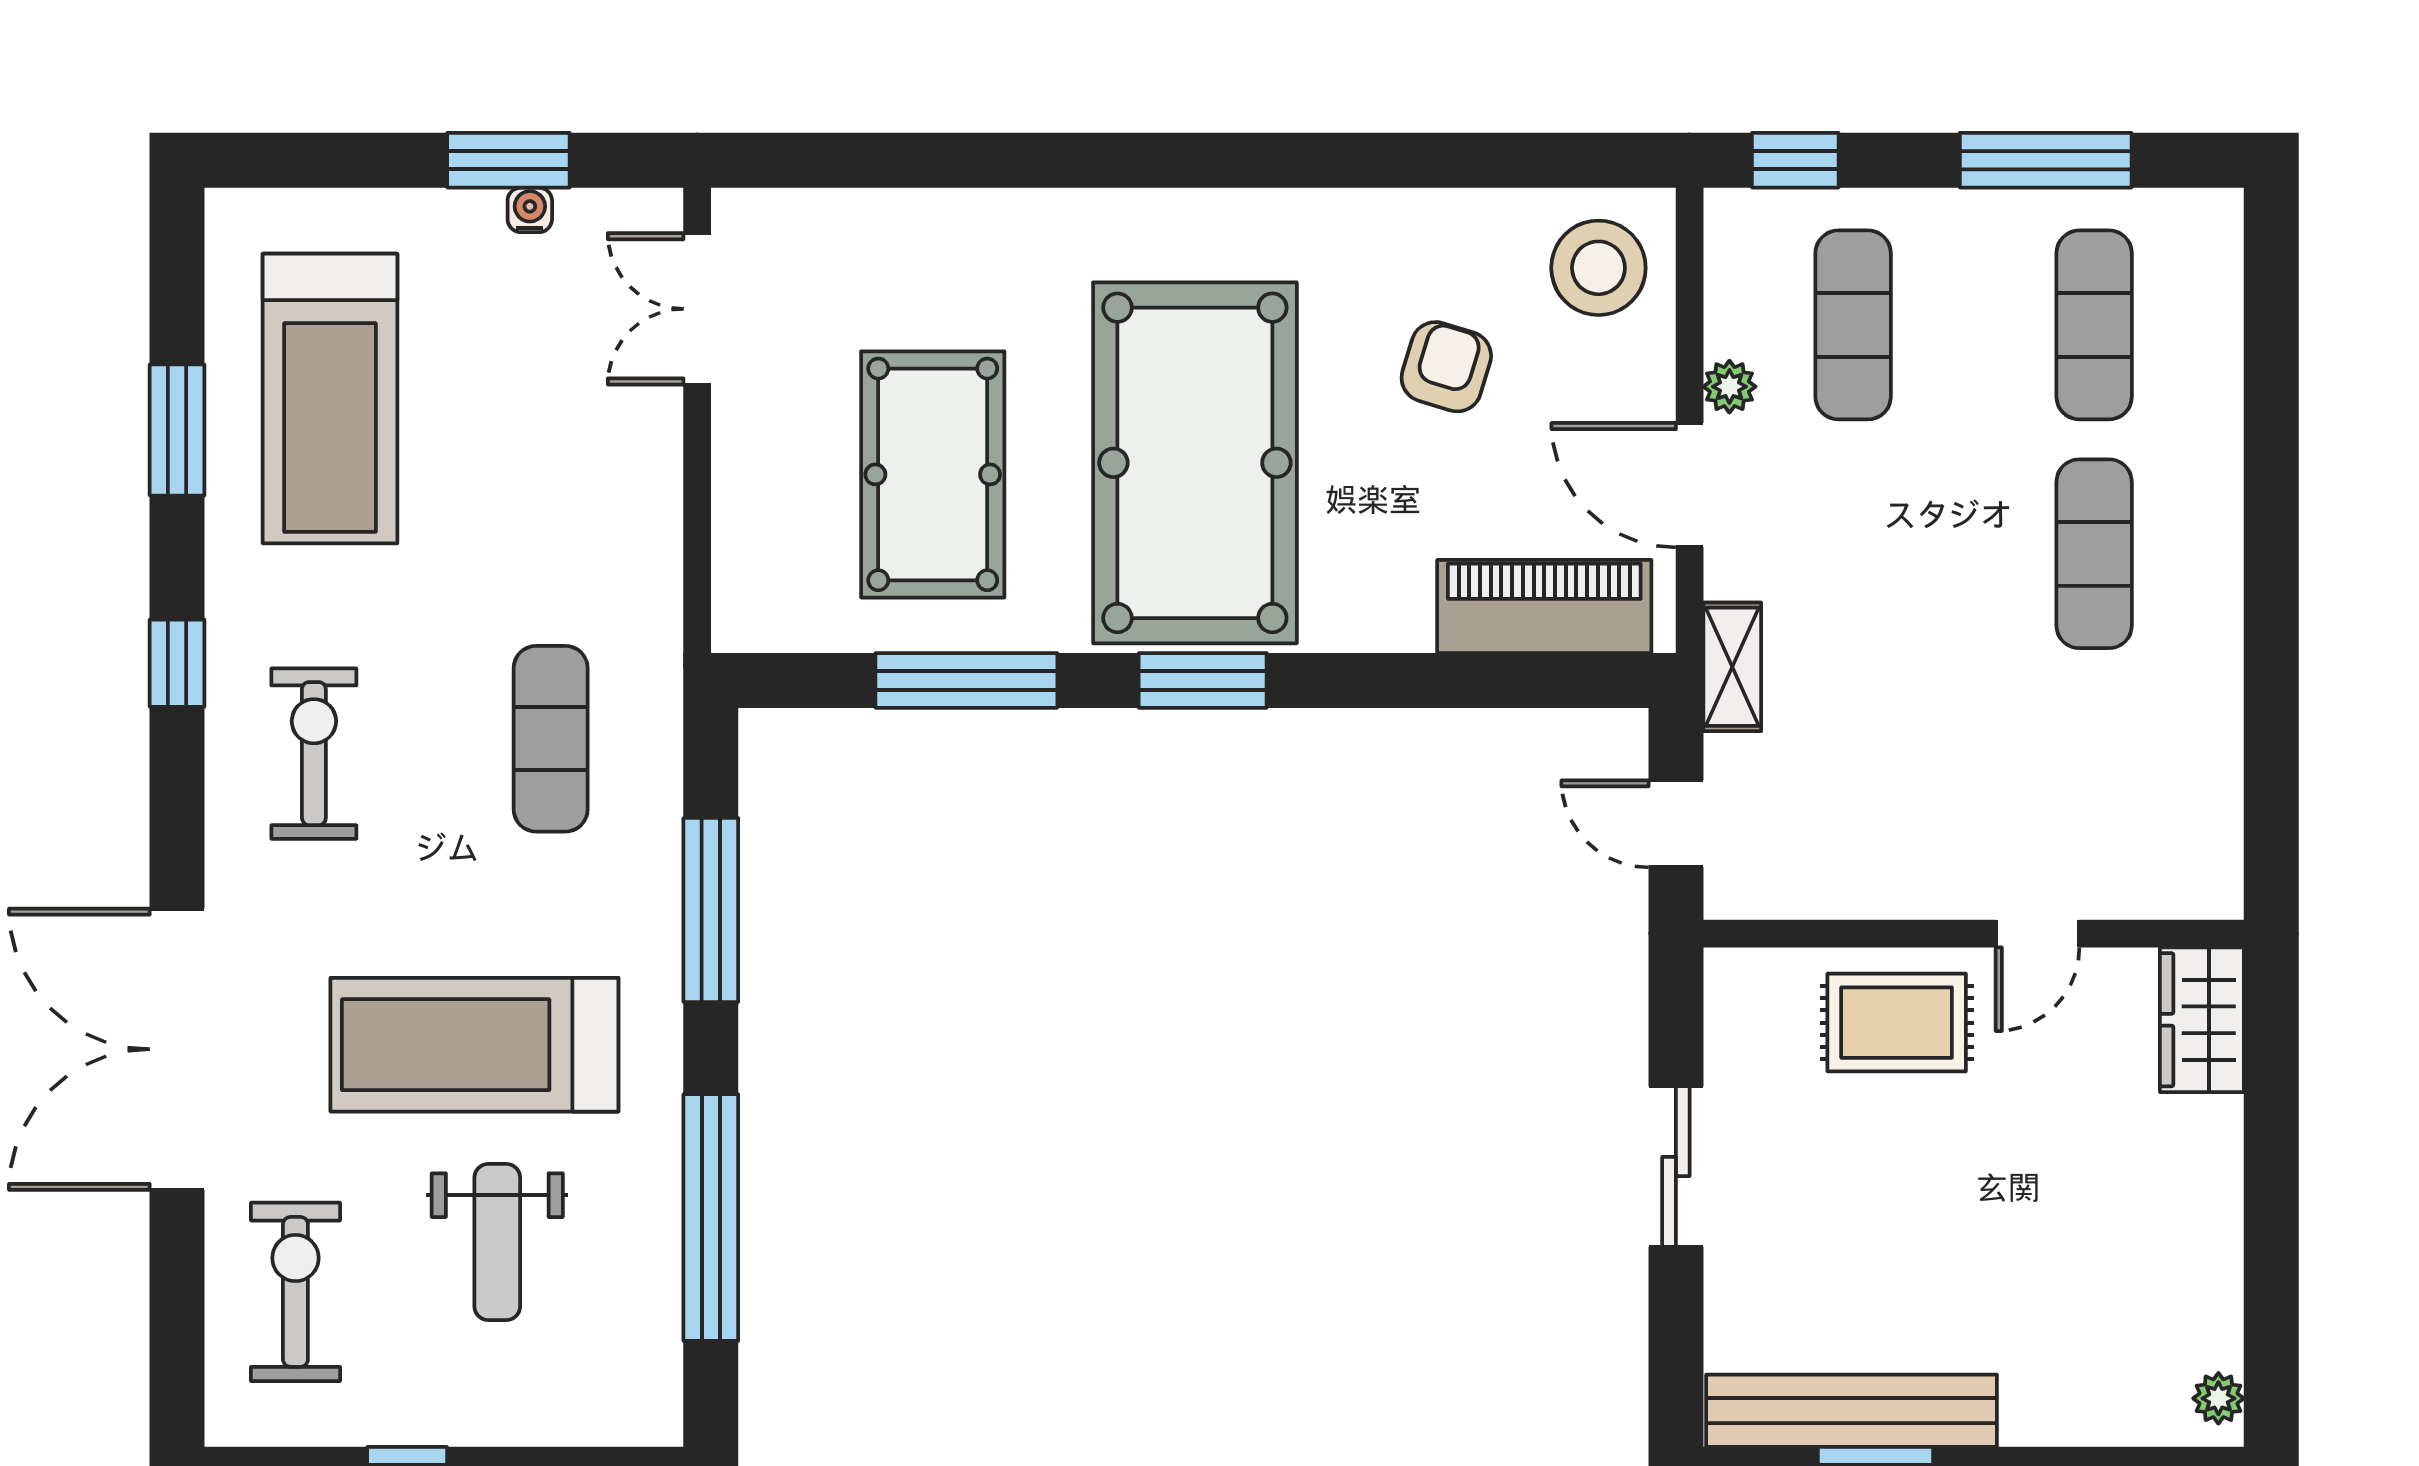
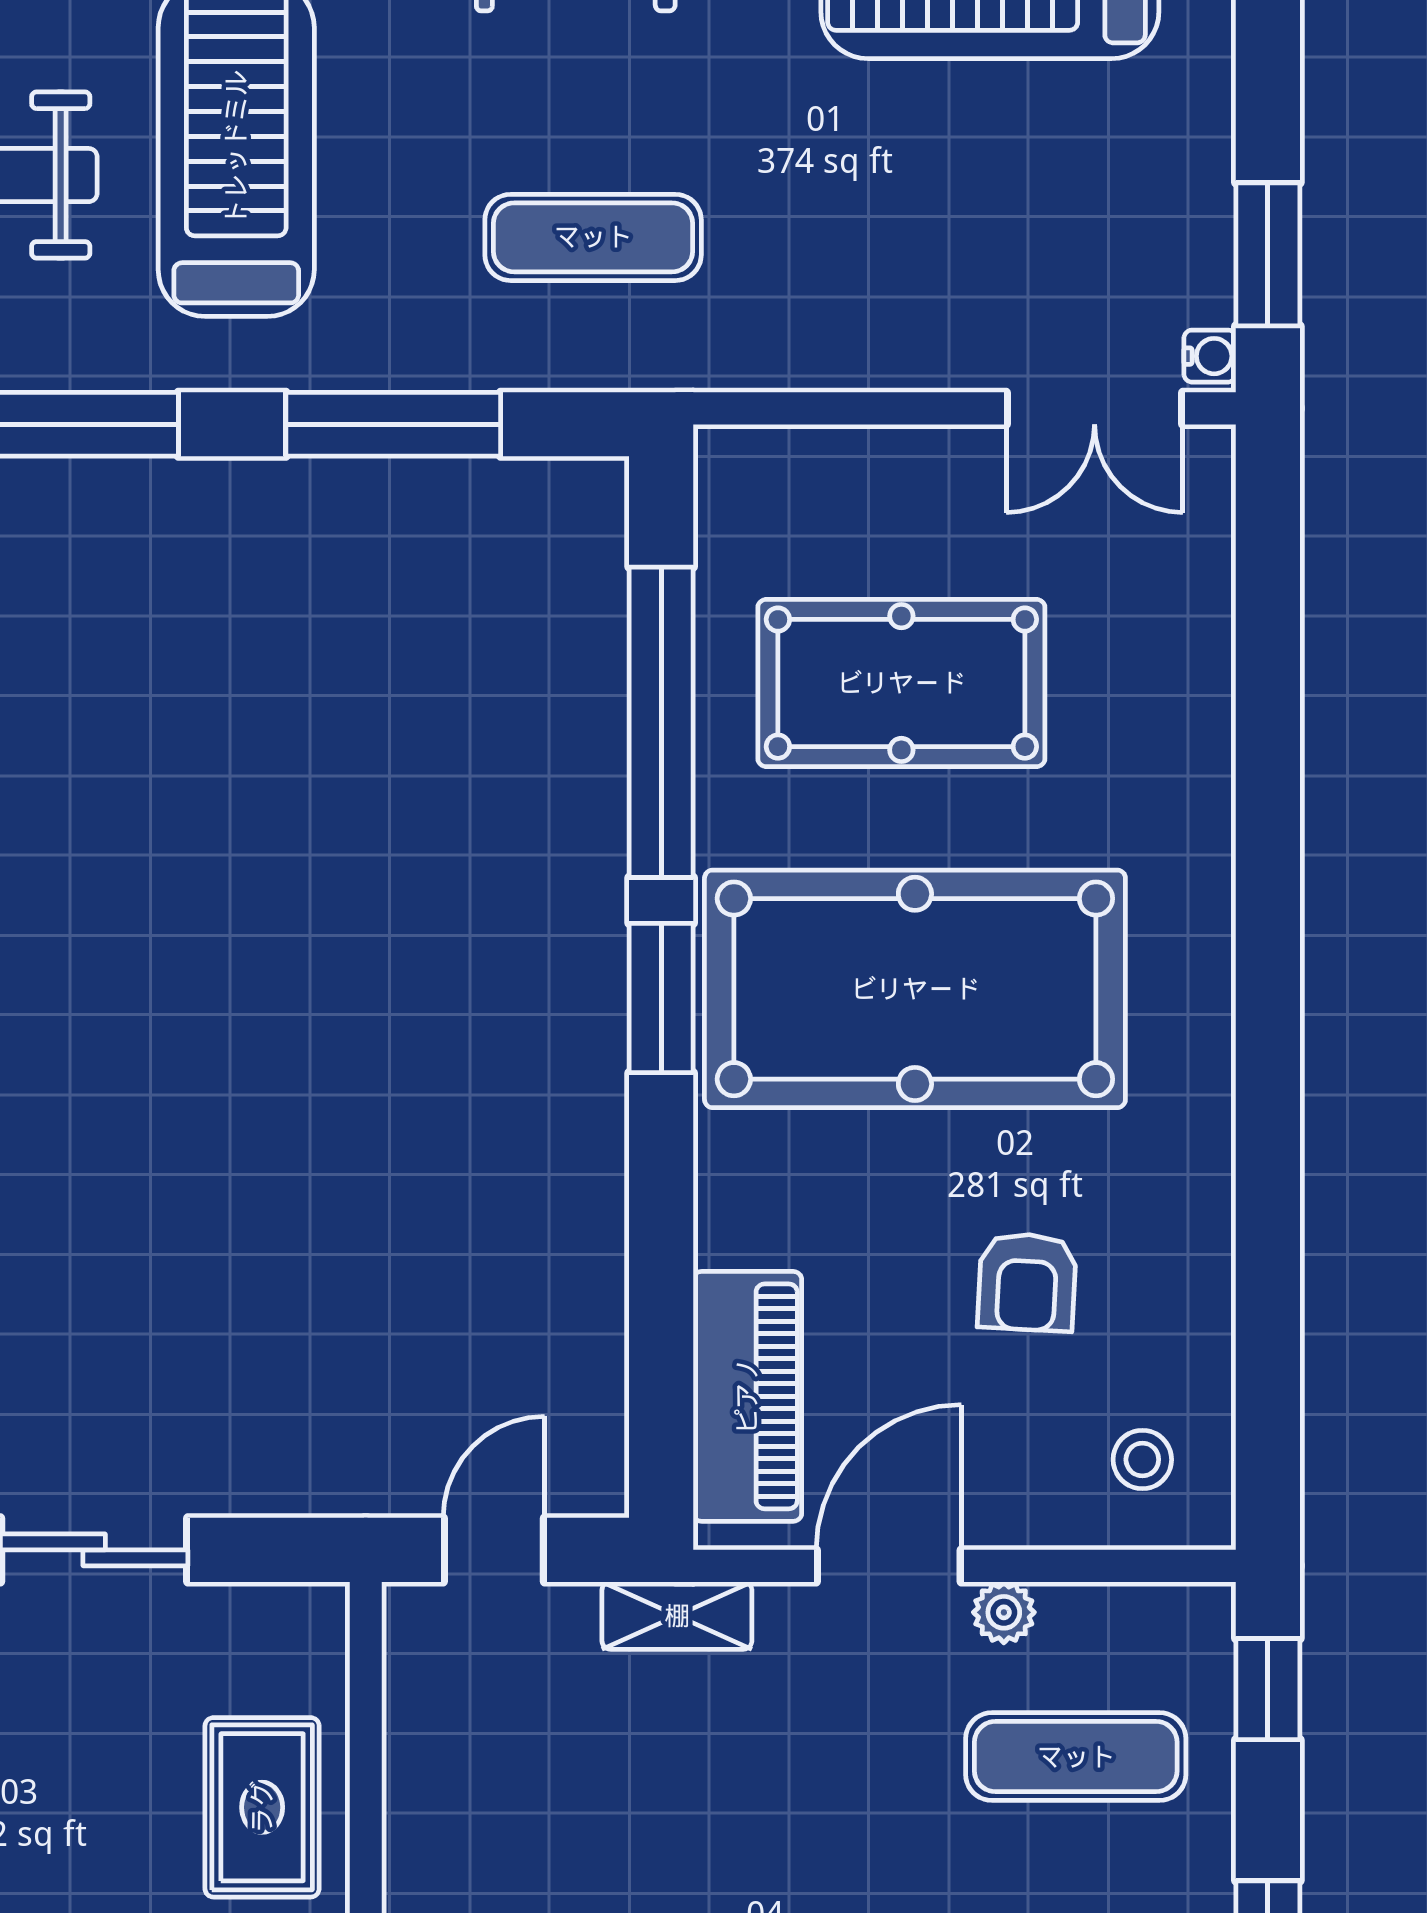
window: (508, 160) -> (1268, 254), moved
water cooler: (530, 210) -> (1210, 356), moved
stool: (1598, 268) -> (1142, 1460), width x0.53, depth x0.53
double door: (697, 309) -> (1095, 408), swing flipped
armchair: (1446, 367) -> (1027, 1282), turned 76
window: (966, 680) -> (661, 722), width x1.46

